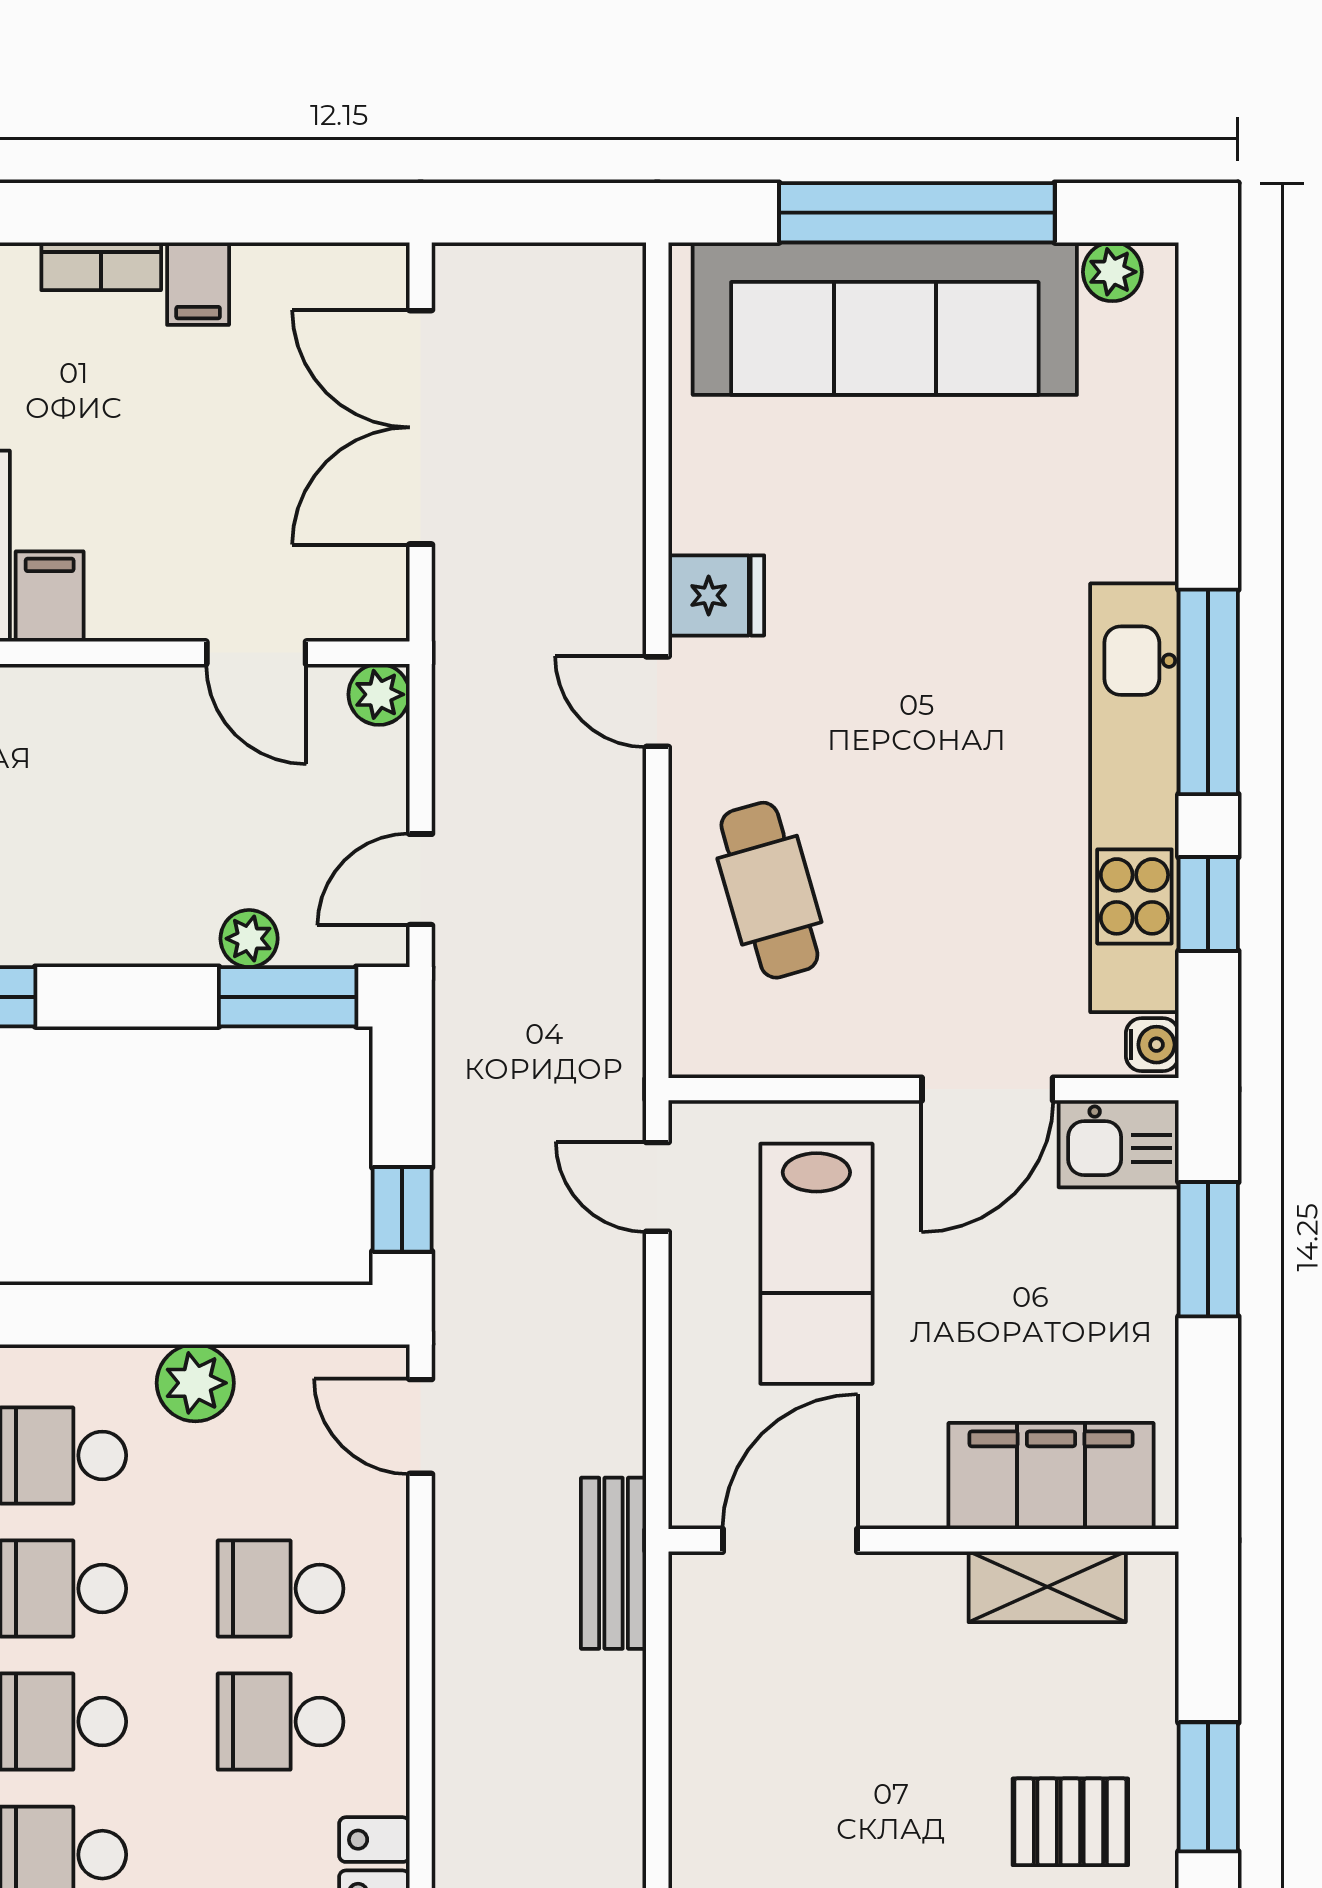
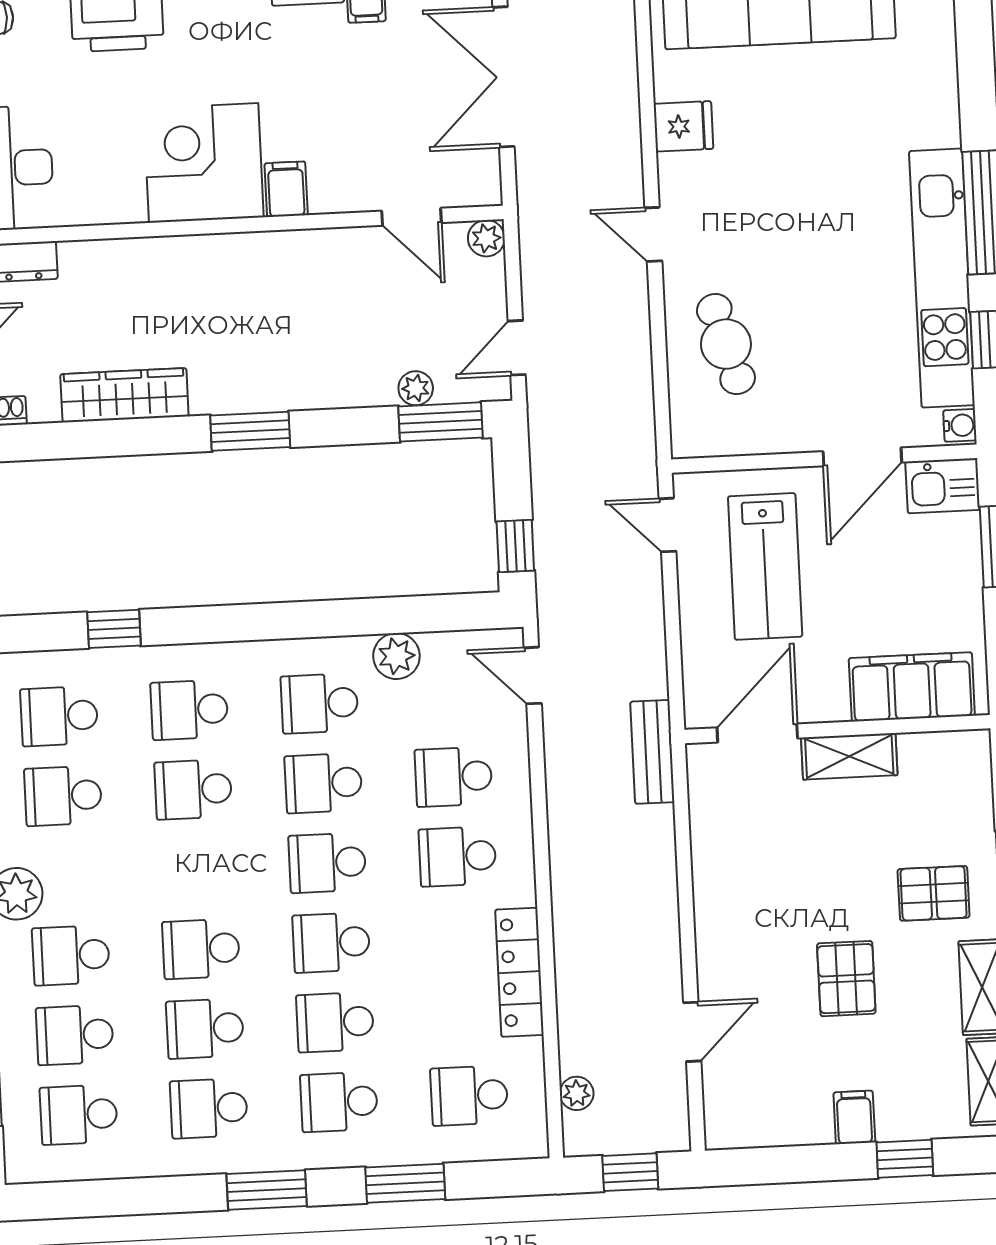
fridge: (716, 595) -> (683, 126), moved
shelving: (1047, 1587) -> (849, 756), moved

